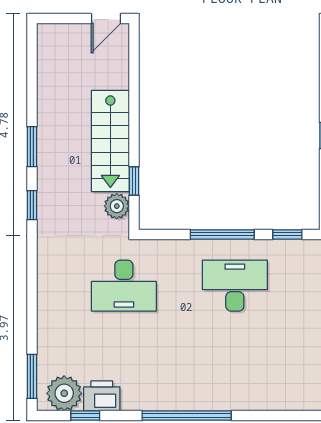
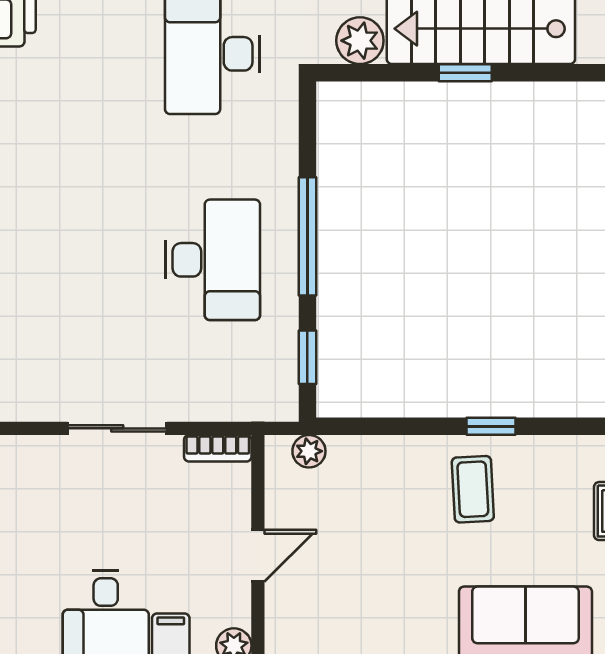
window: (134, 181) -> (465, 73), moved

